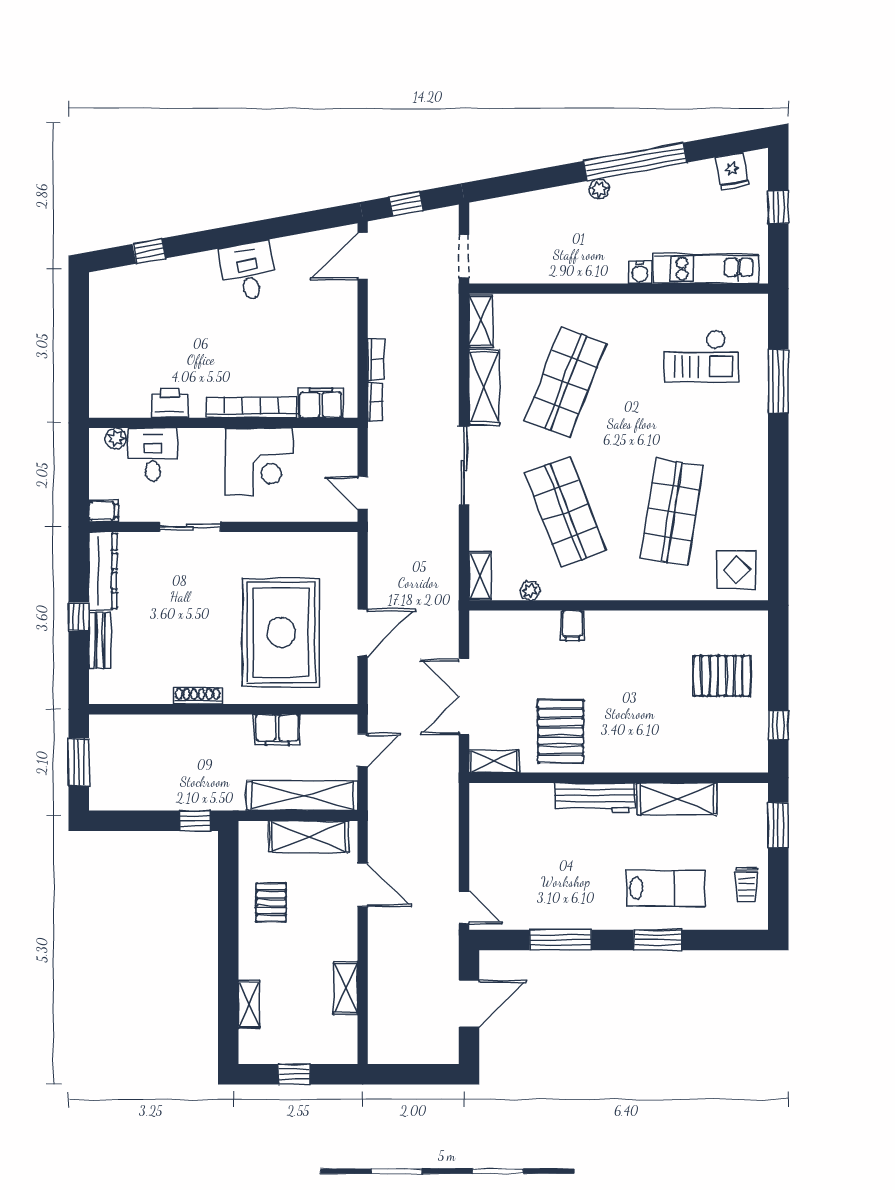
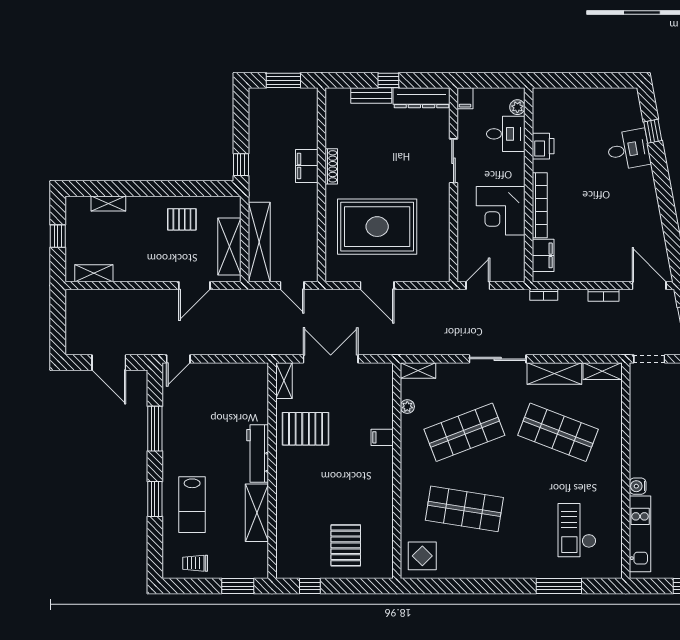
desk: (248, 271) -> (628, 150), moved
bookcase: (376, 359) -> (603, 295), moved
filing cabinet: (277, 730) -> (307, 166), moved
shelving: (346, 988) -> (94, 273), moved

